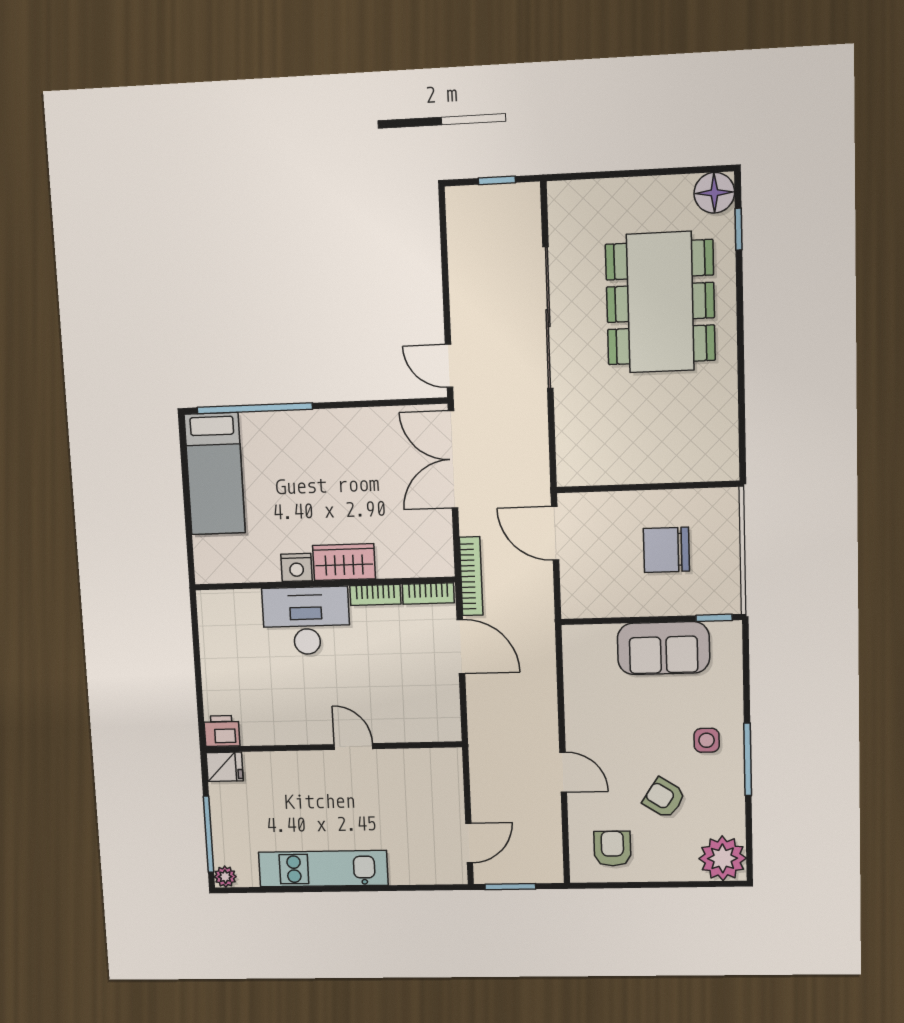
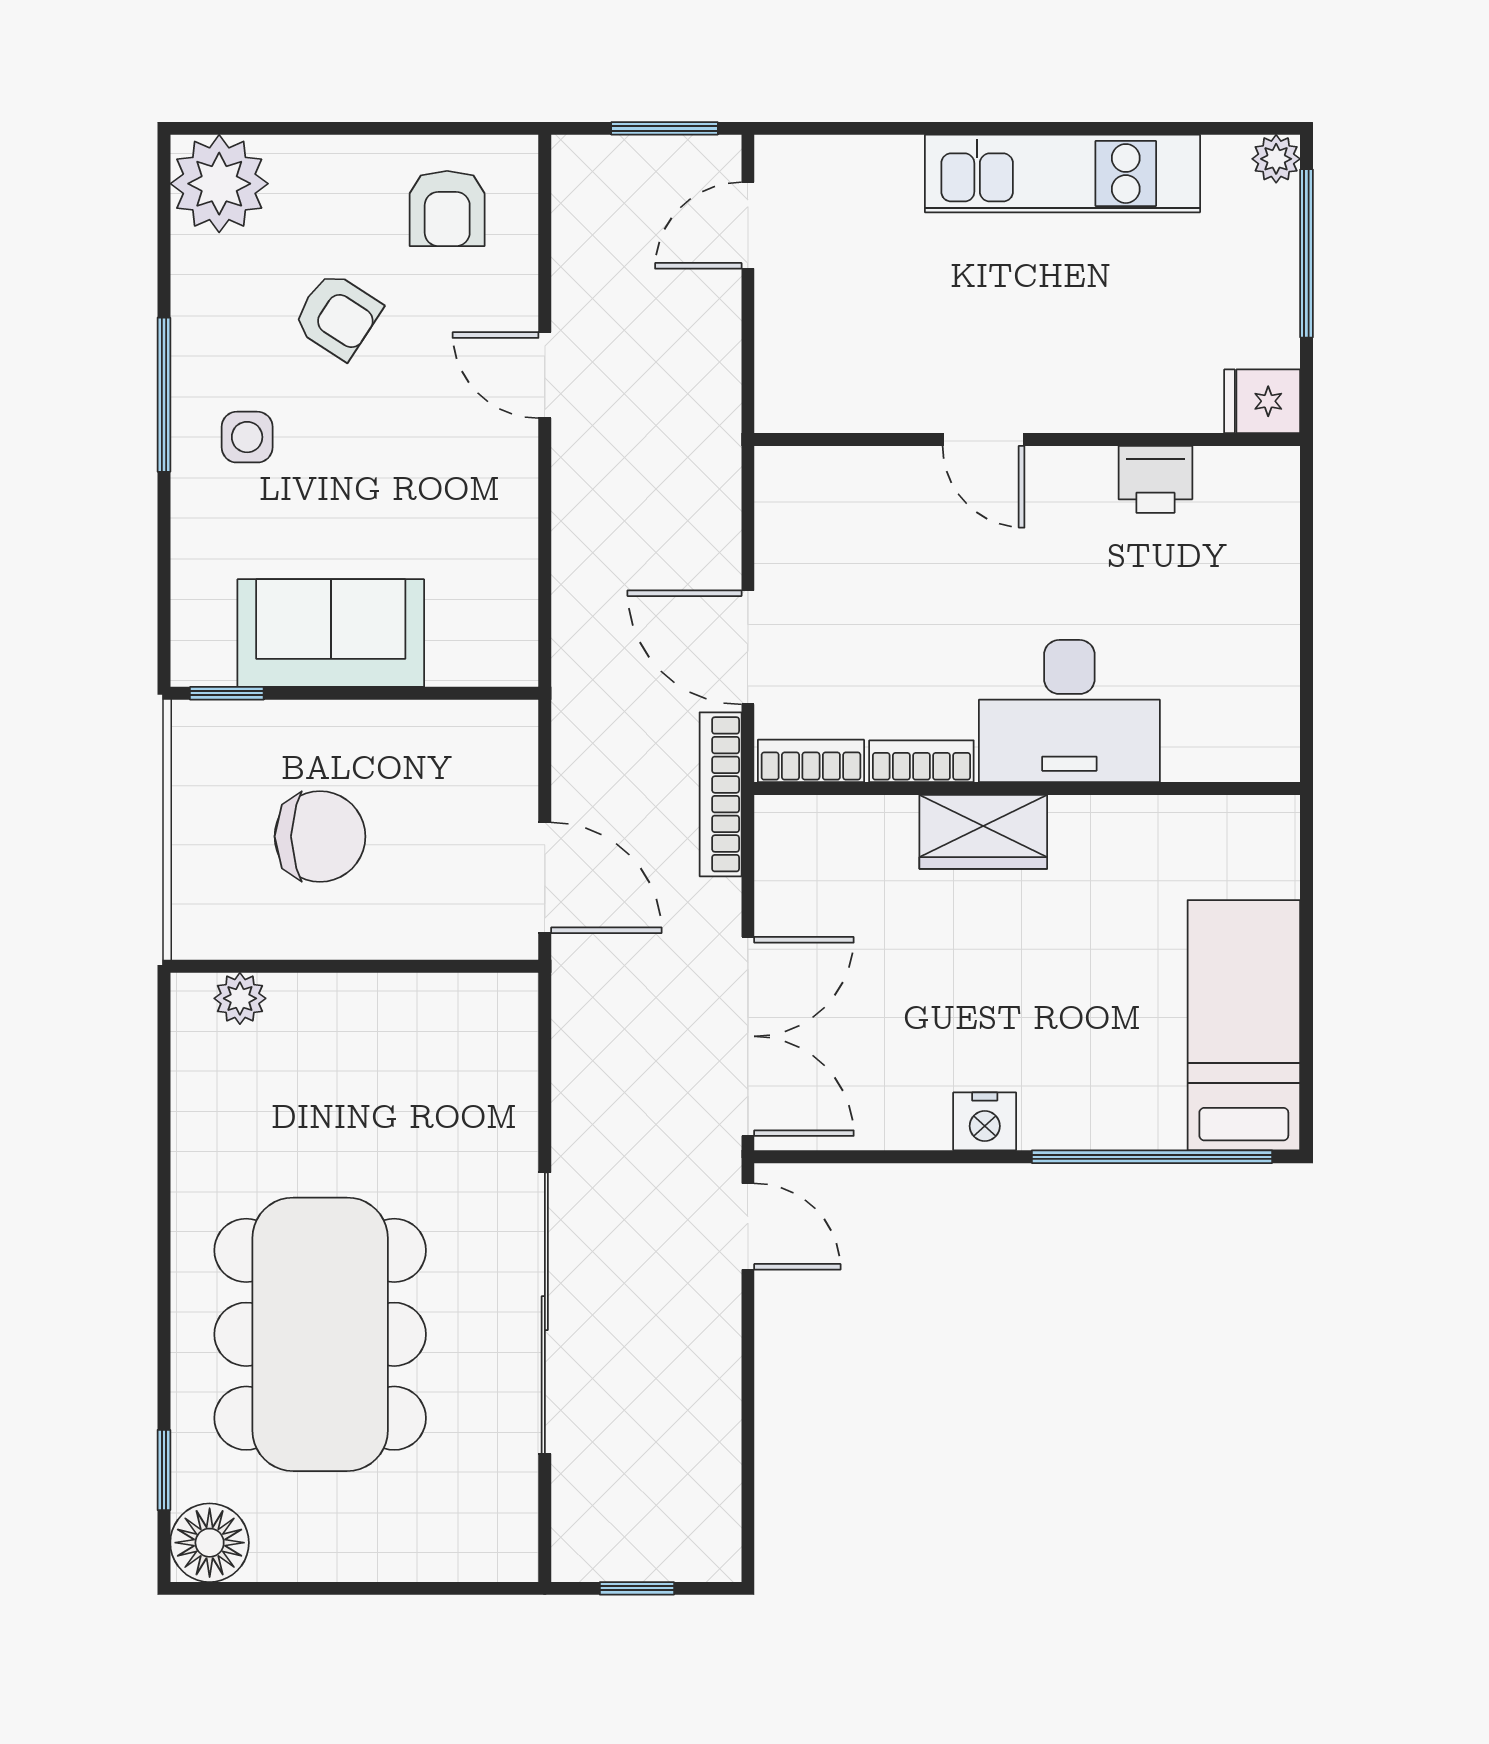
plant: (704, 469) -> (240, 998), added
nightstand: (297, 567) -> (985, 1121), moved, turned 180
printer: (222, 731) -> (1155, 479), moved

